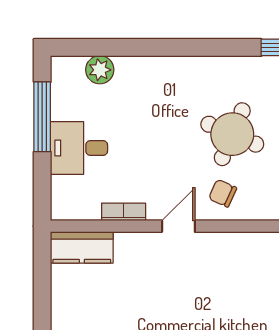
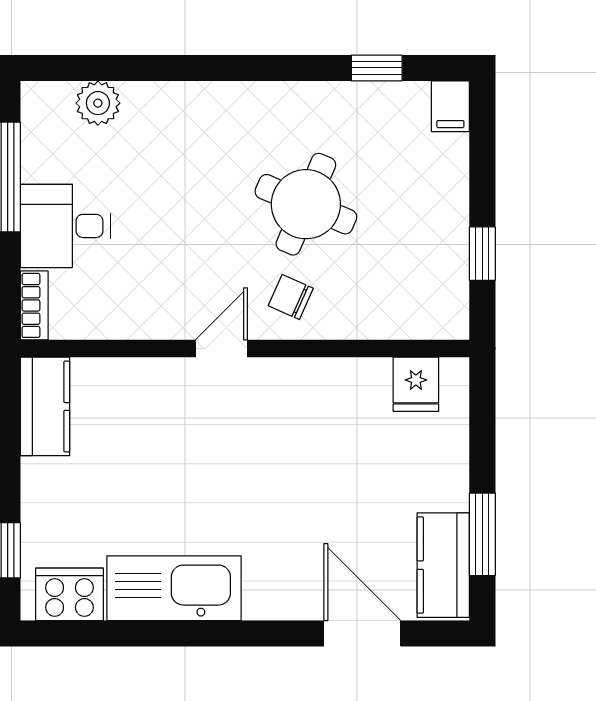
bookcase: (124, 212) -> (34, 305), moved, turned 90
kitchen counter: (82, 247) -> (45, 406), moved, turned -90

